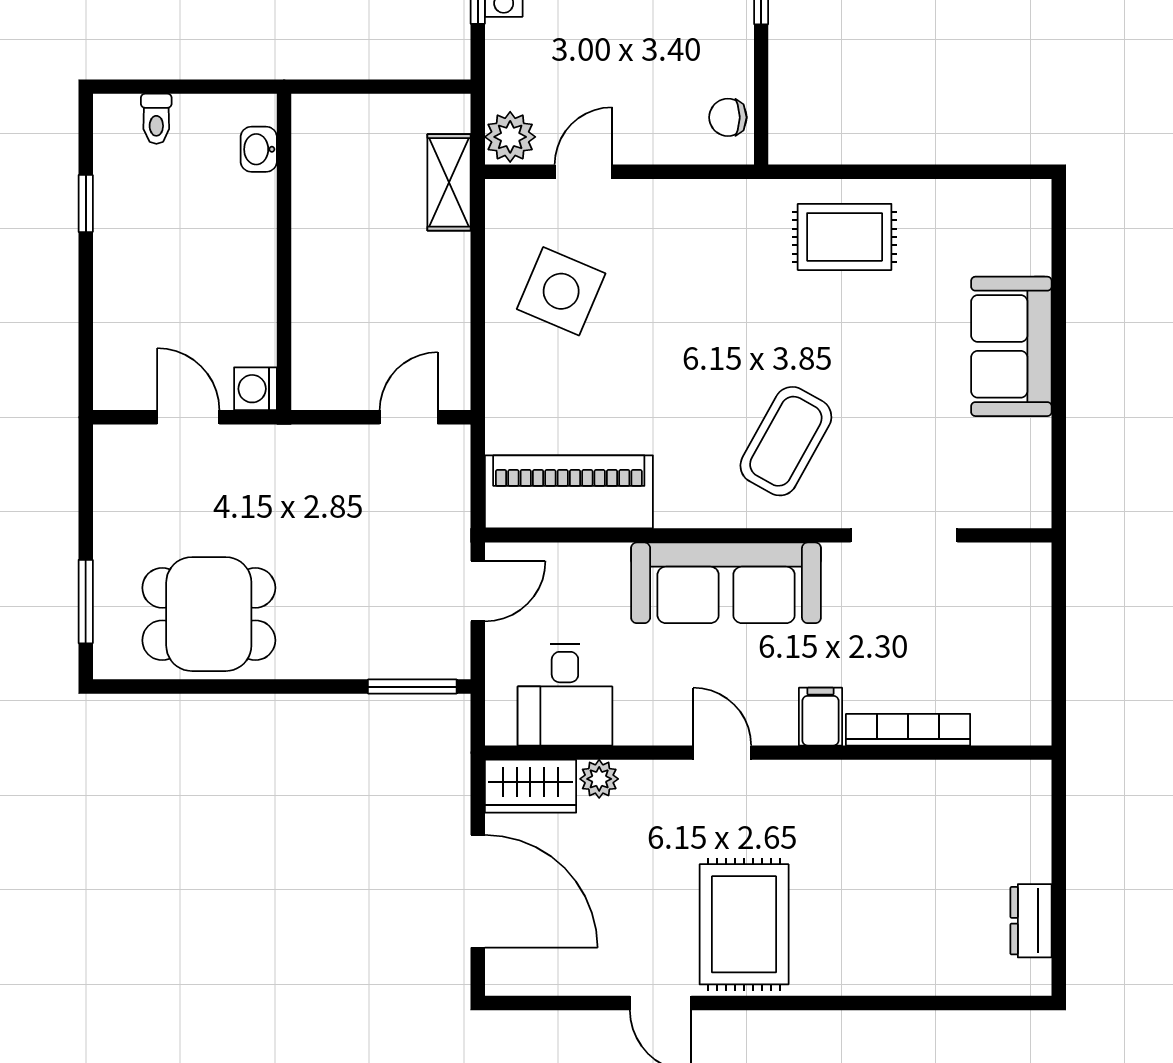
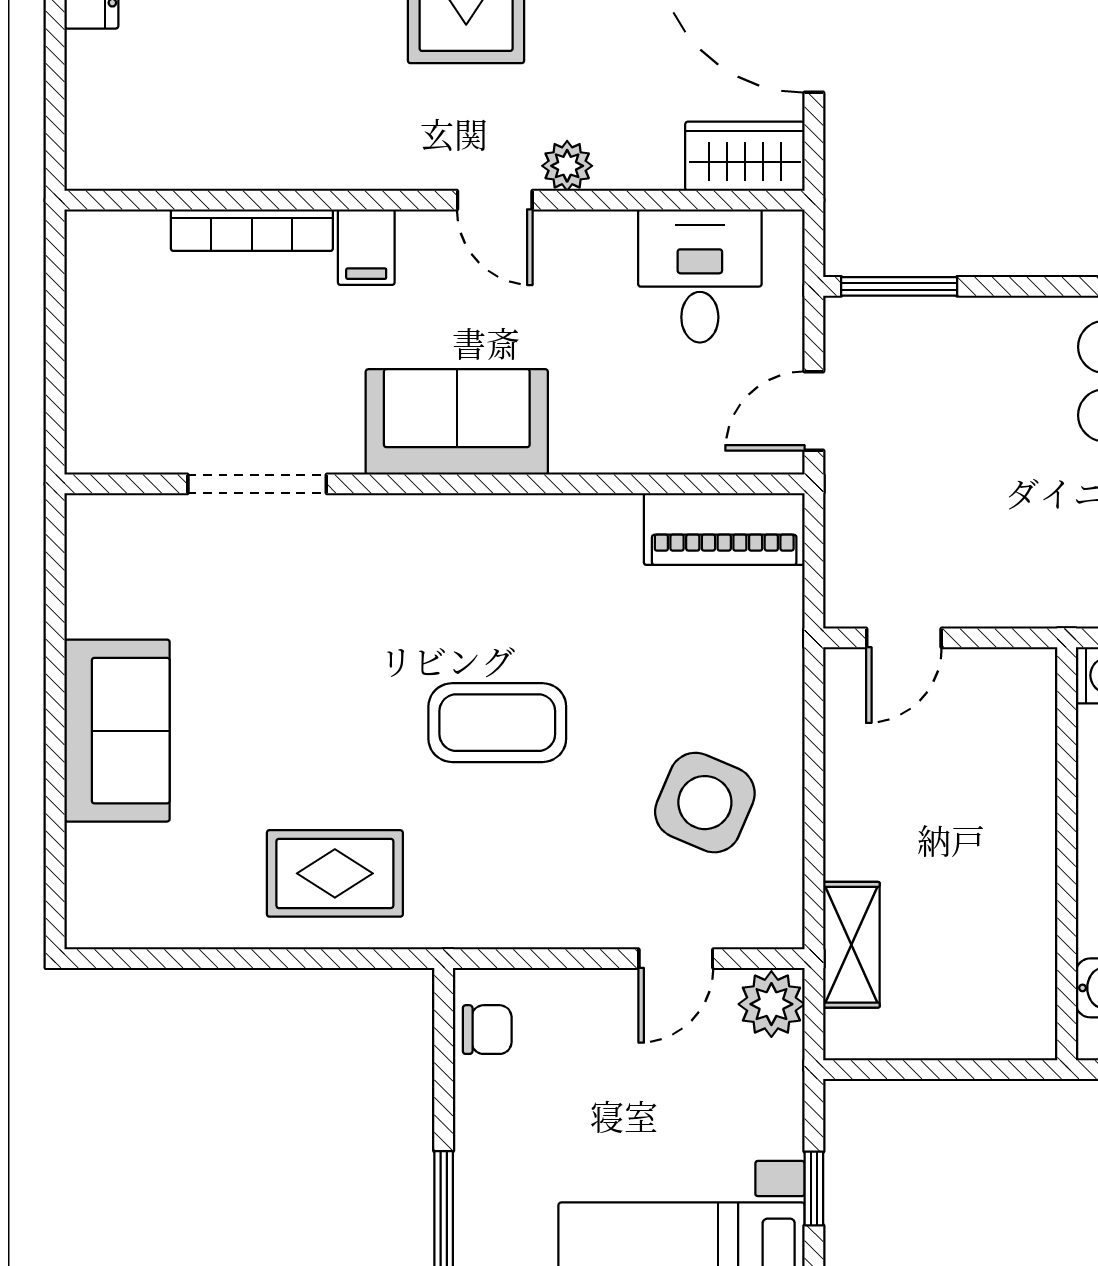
coffee table: (786, 441) -> (497, 723), moved, turned 61
piano: (569, 492) -> (724, 529), width x0.73, depth x0.75
sofa: (726, 583) -> (457, 422), width x0.73
plant: (599, 779) -> (567, 166), moved

